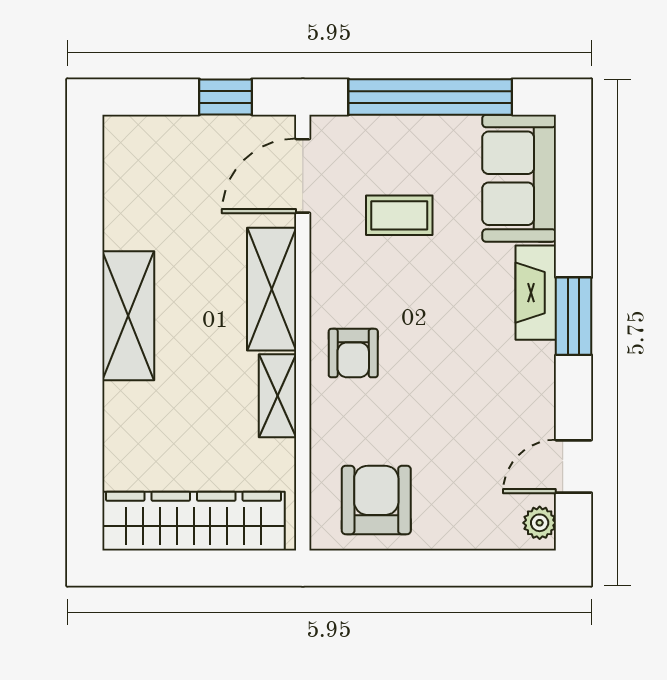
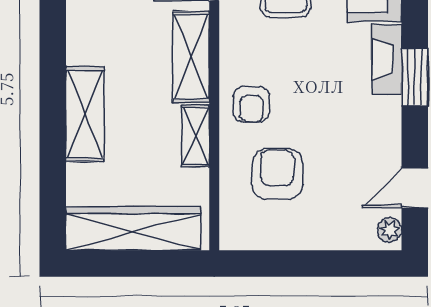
shelving: (128, 316) -> (85, 114), moved
armchair: (376, 500) -> (277, 174), moved

